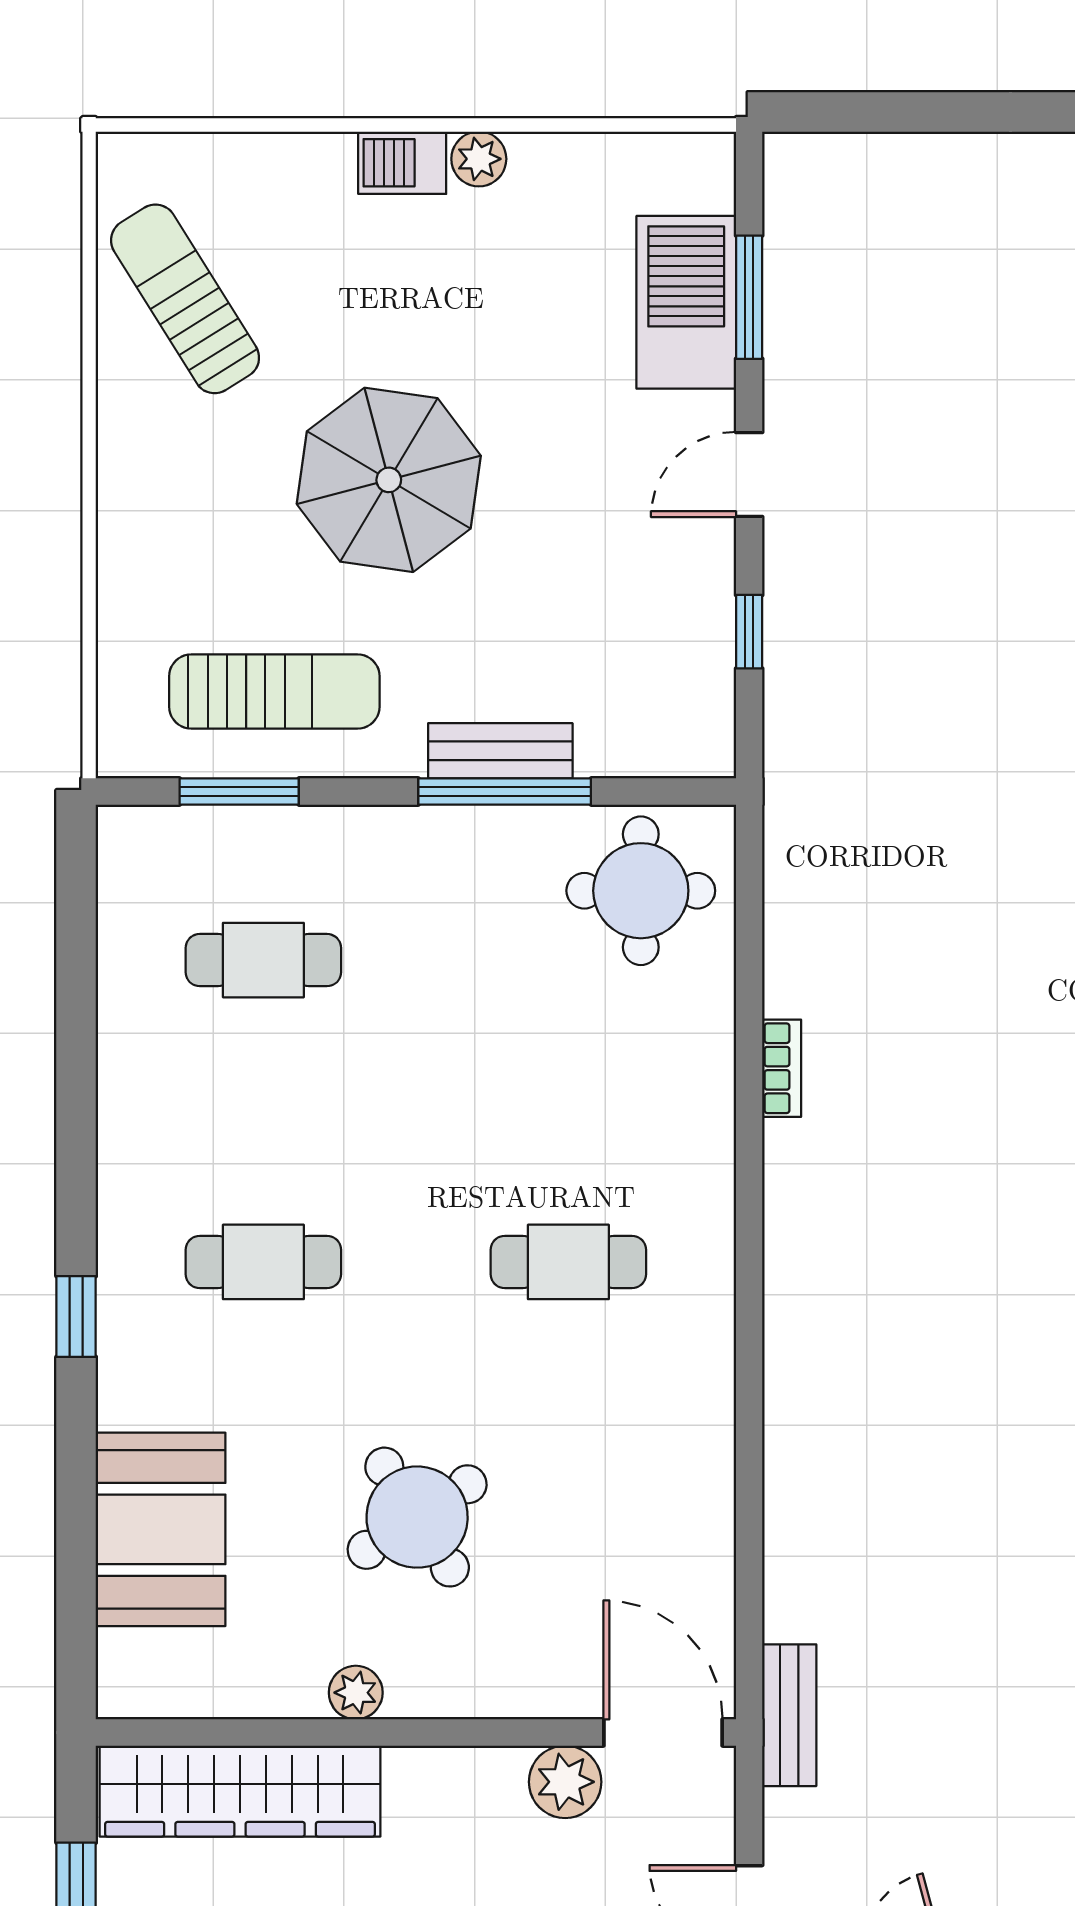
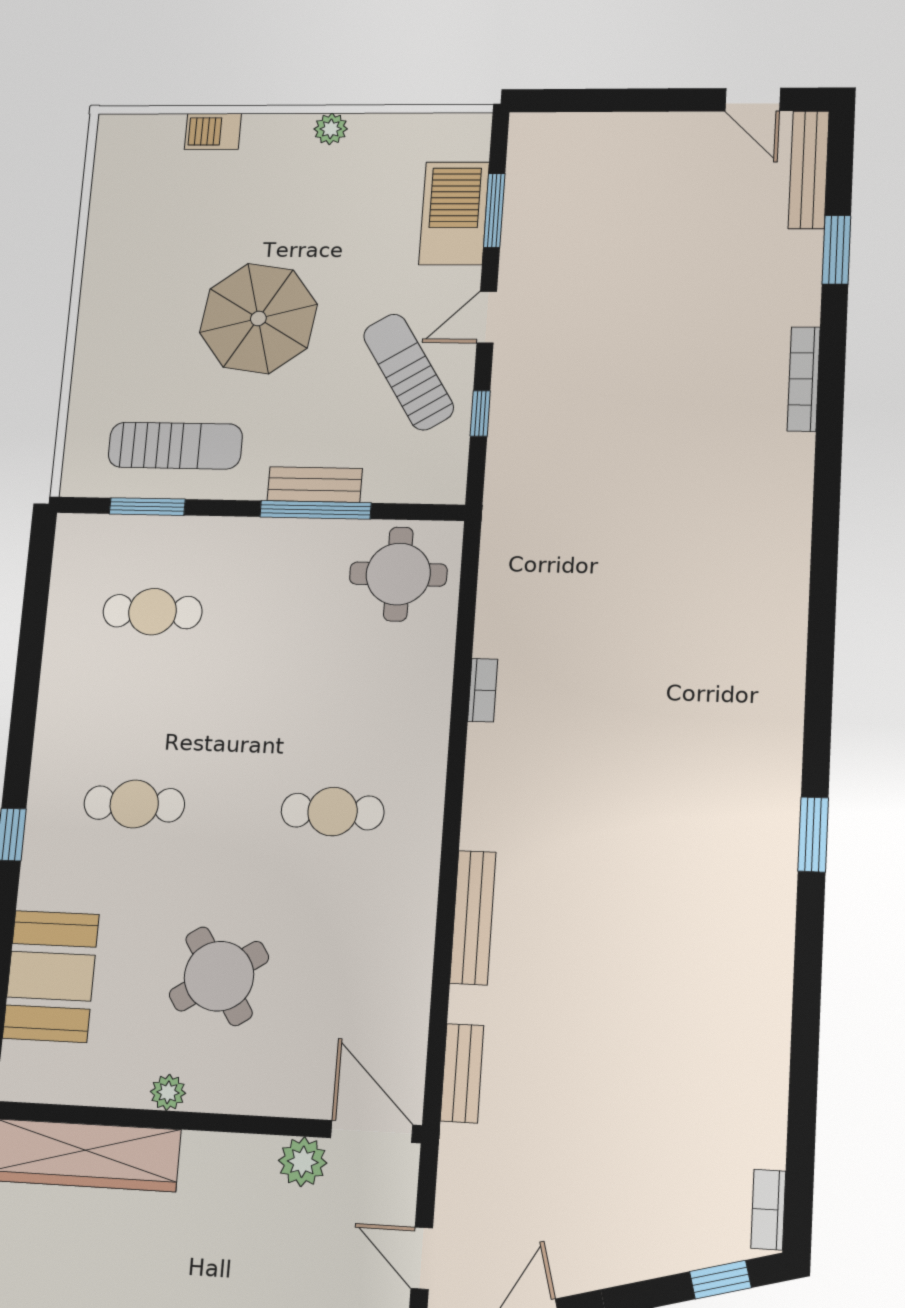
barbecue: (402, 163) -> (213, 131), moved
sun lounger: (185, 299) -> (408, 372), moved
bench: (790, 1413) -> (473, 918), added
bench: (789, 1715) -> (462, 1073), moved

